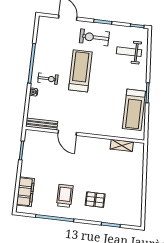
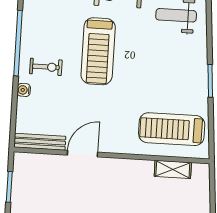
treadmill: (80, 71) -> (98, 51), turned 180
treadmill: (134, 110) -> (172, 129), moved, turned 90
door: (67, 133) -> (83, 154), swing flipped

